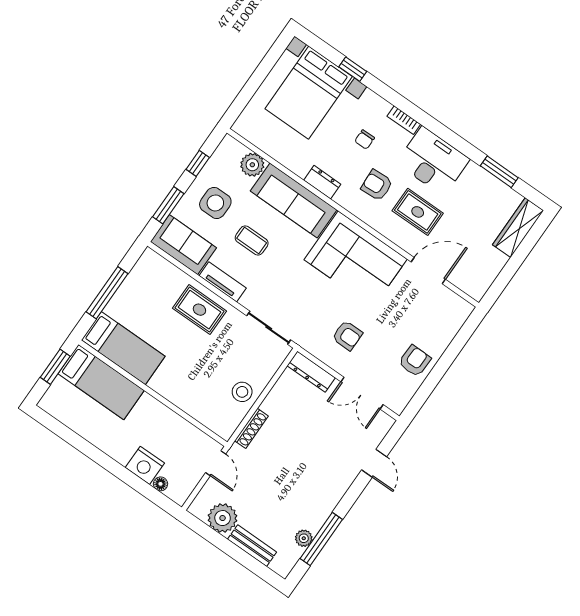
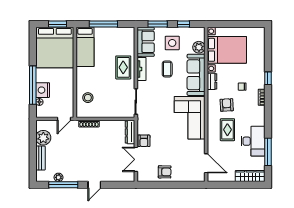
window: (353, 69) -> (268, 78), moved
bed with nightstands: (309, 93) -> (227, 50), moved, turned 180
desk: (433, 161) -> (253, 141), moved
window: (499, 172) -> (268, 152), width x1.44
door: (428, 271) -> (206, 163), moved
armchair: (347, 335) -> (144, 141), moved
bed: (101, 382) -> (55, 48), width x2.04
stool: (242, 392) -> (88, 98), moved
door: (374, 463) -> (94, 185), moved
window: (126, 476) -> (33, 85), added

